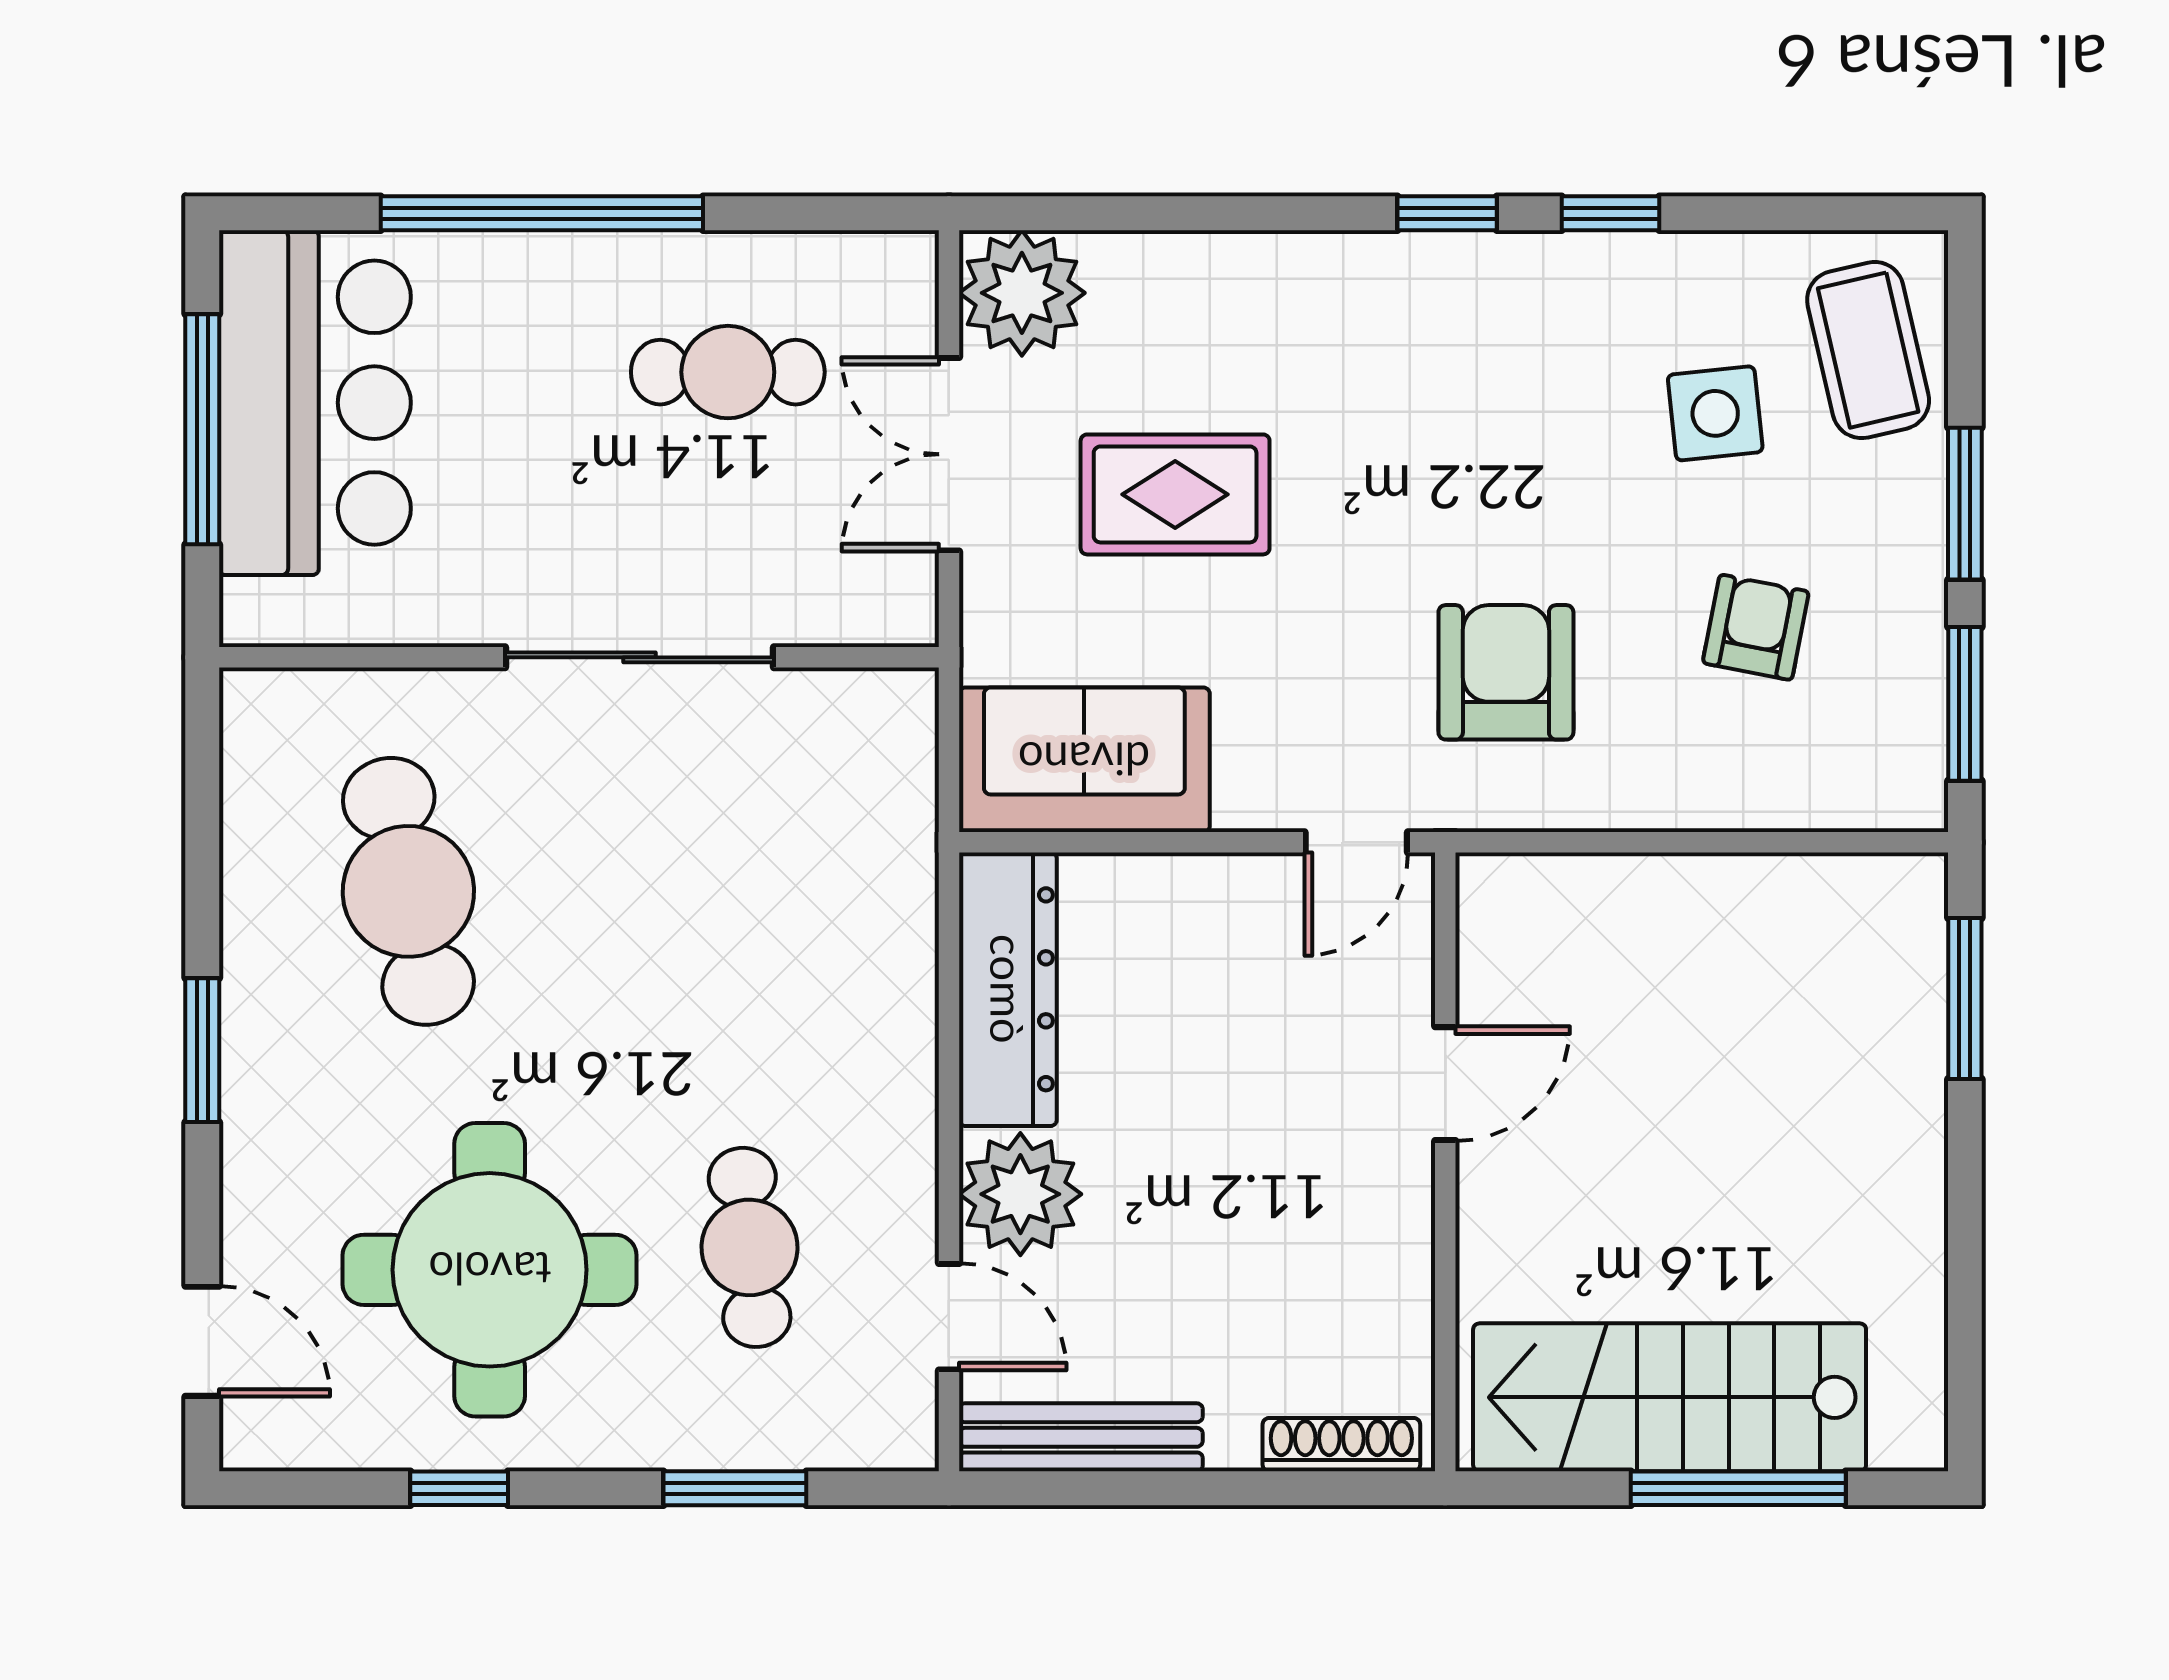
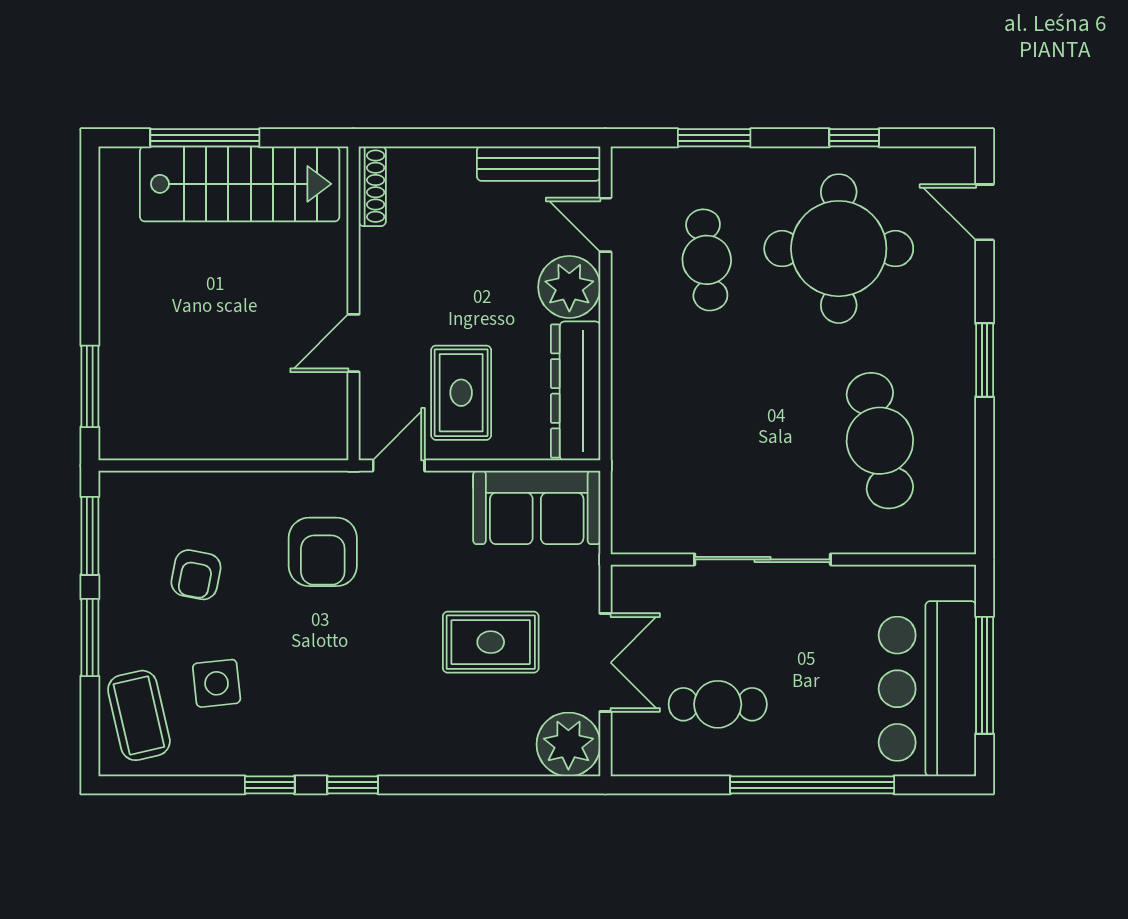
rug: (1233, 986) -> (461, 393), added
shoe rack: (1341, 1445) -> (372, 186), moved, turned -90

